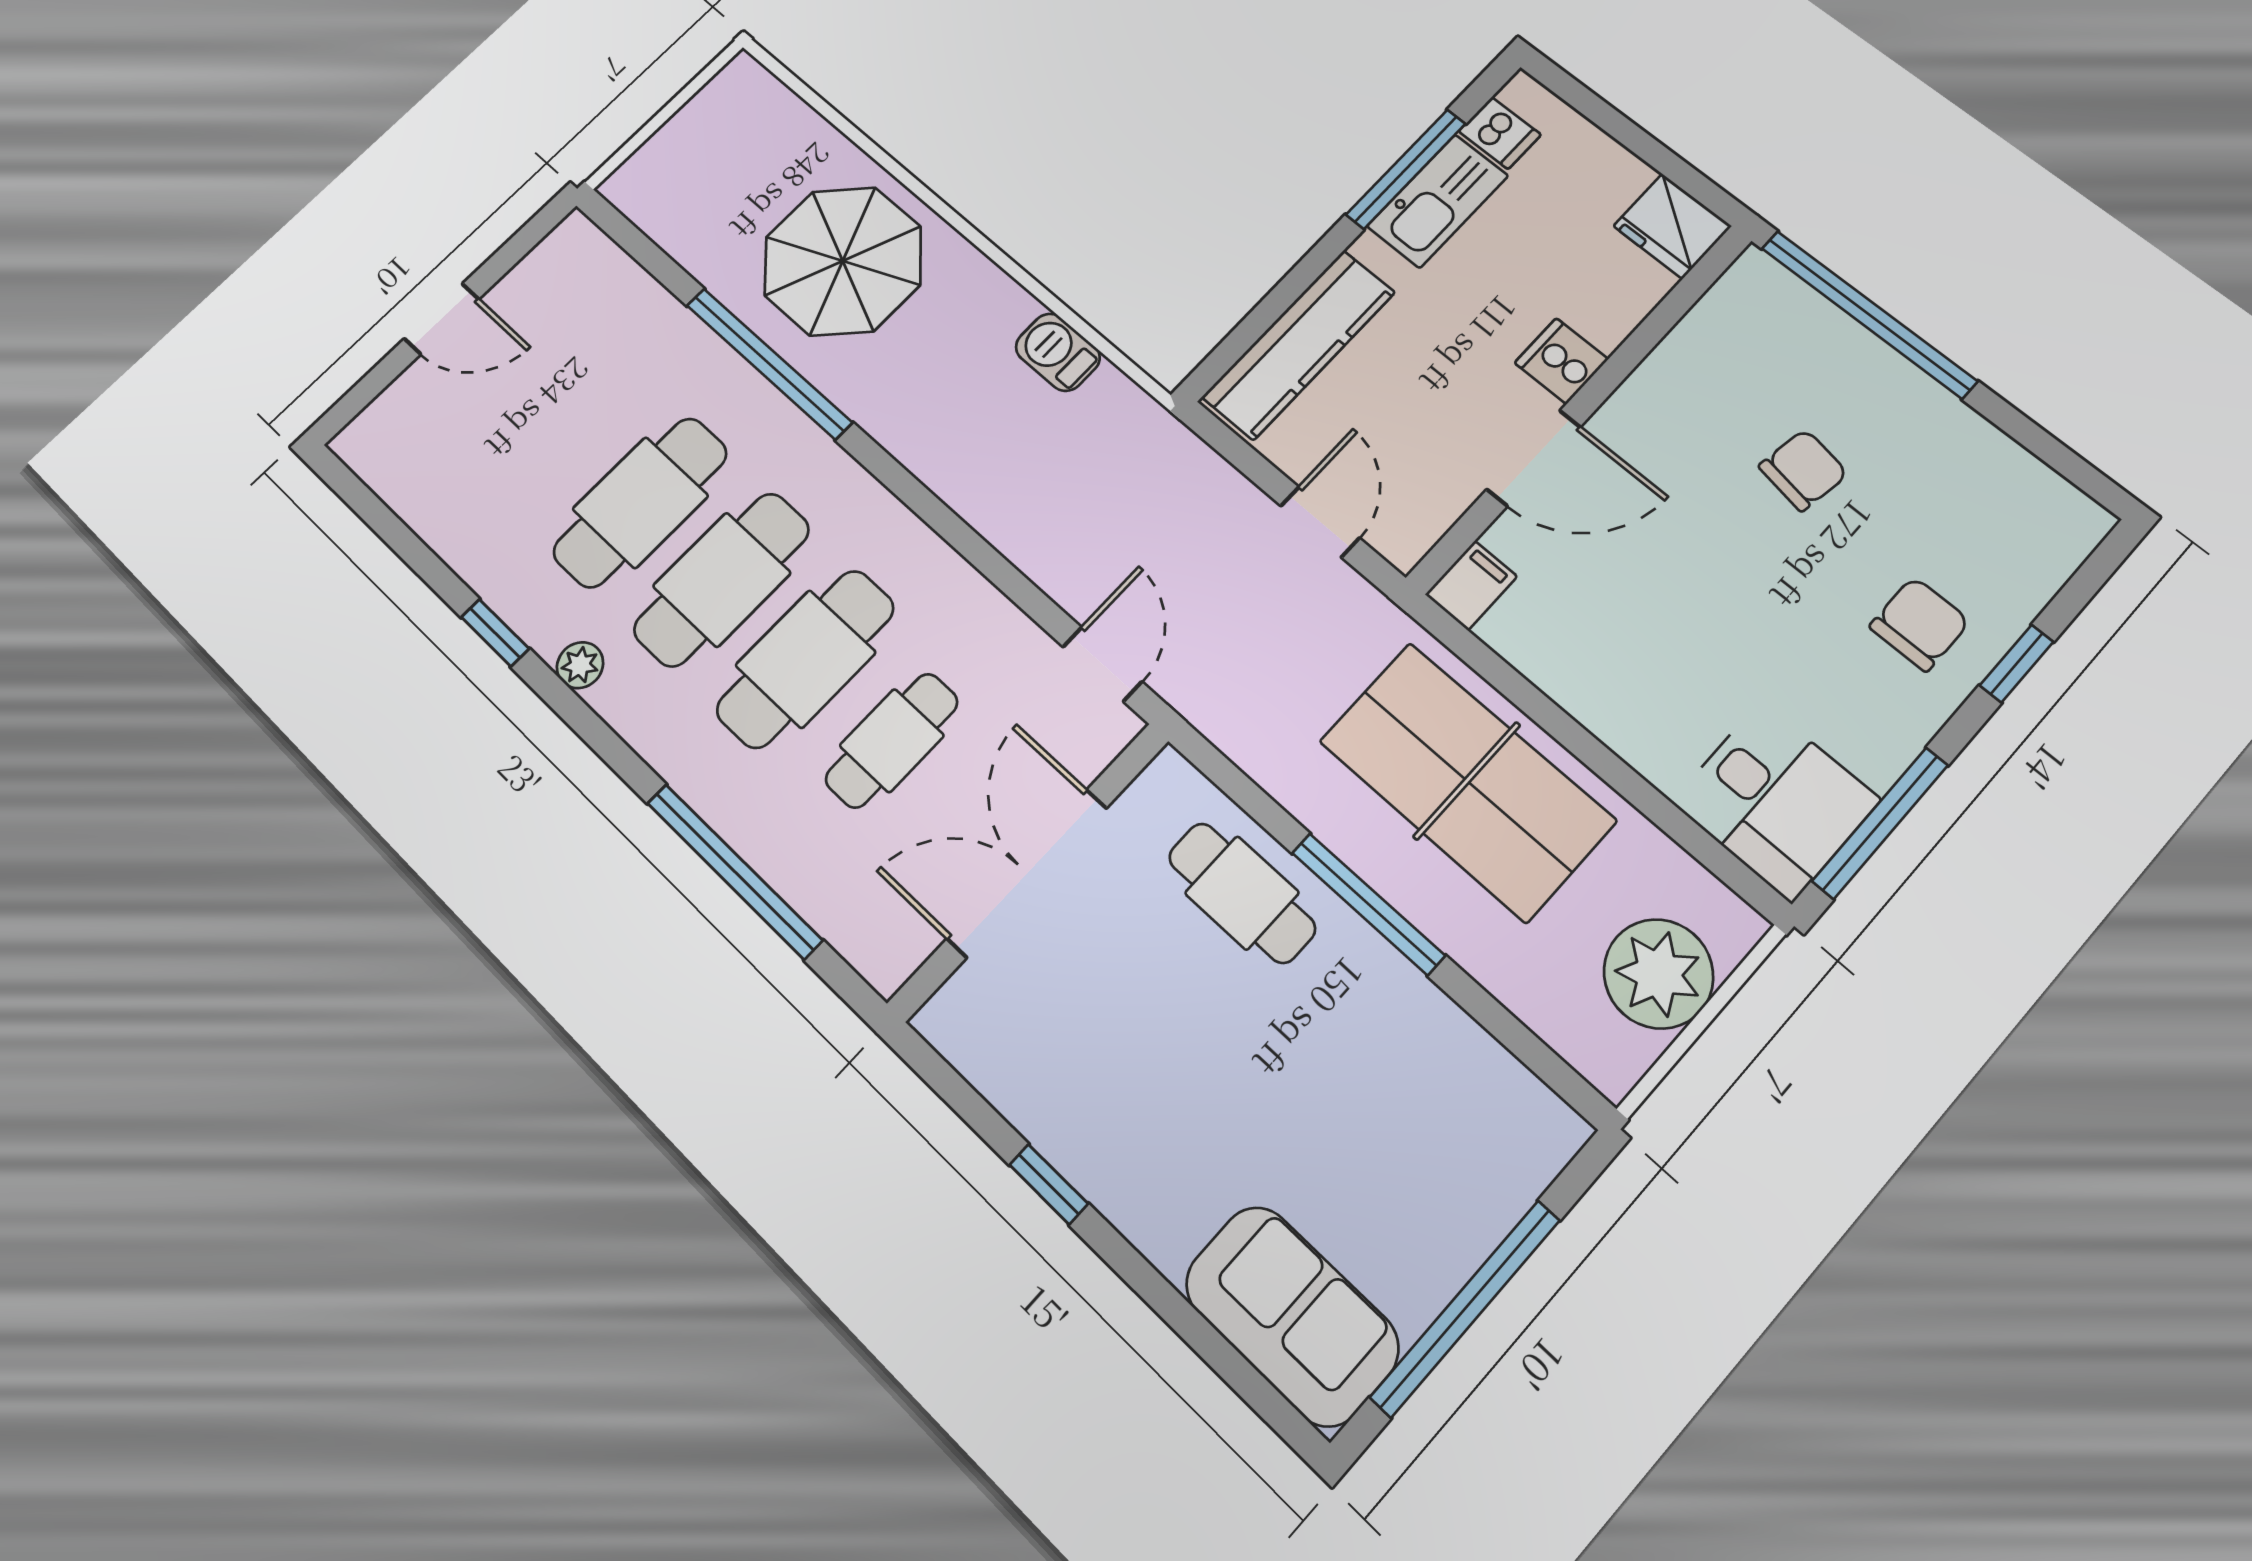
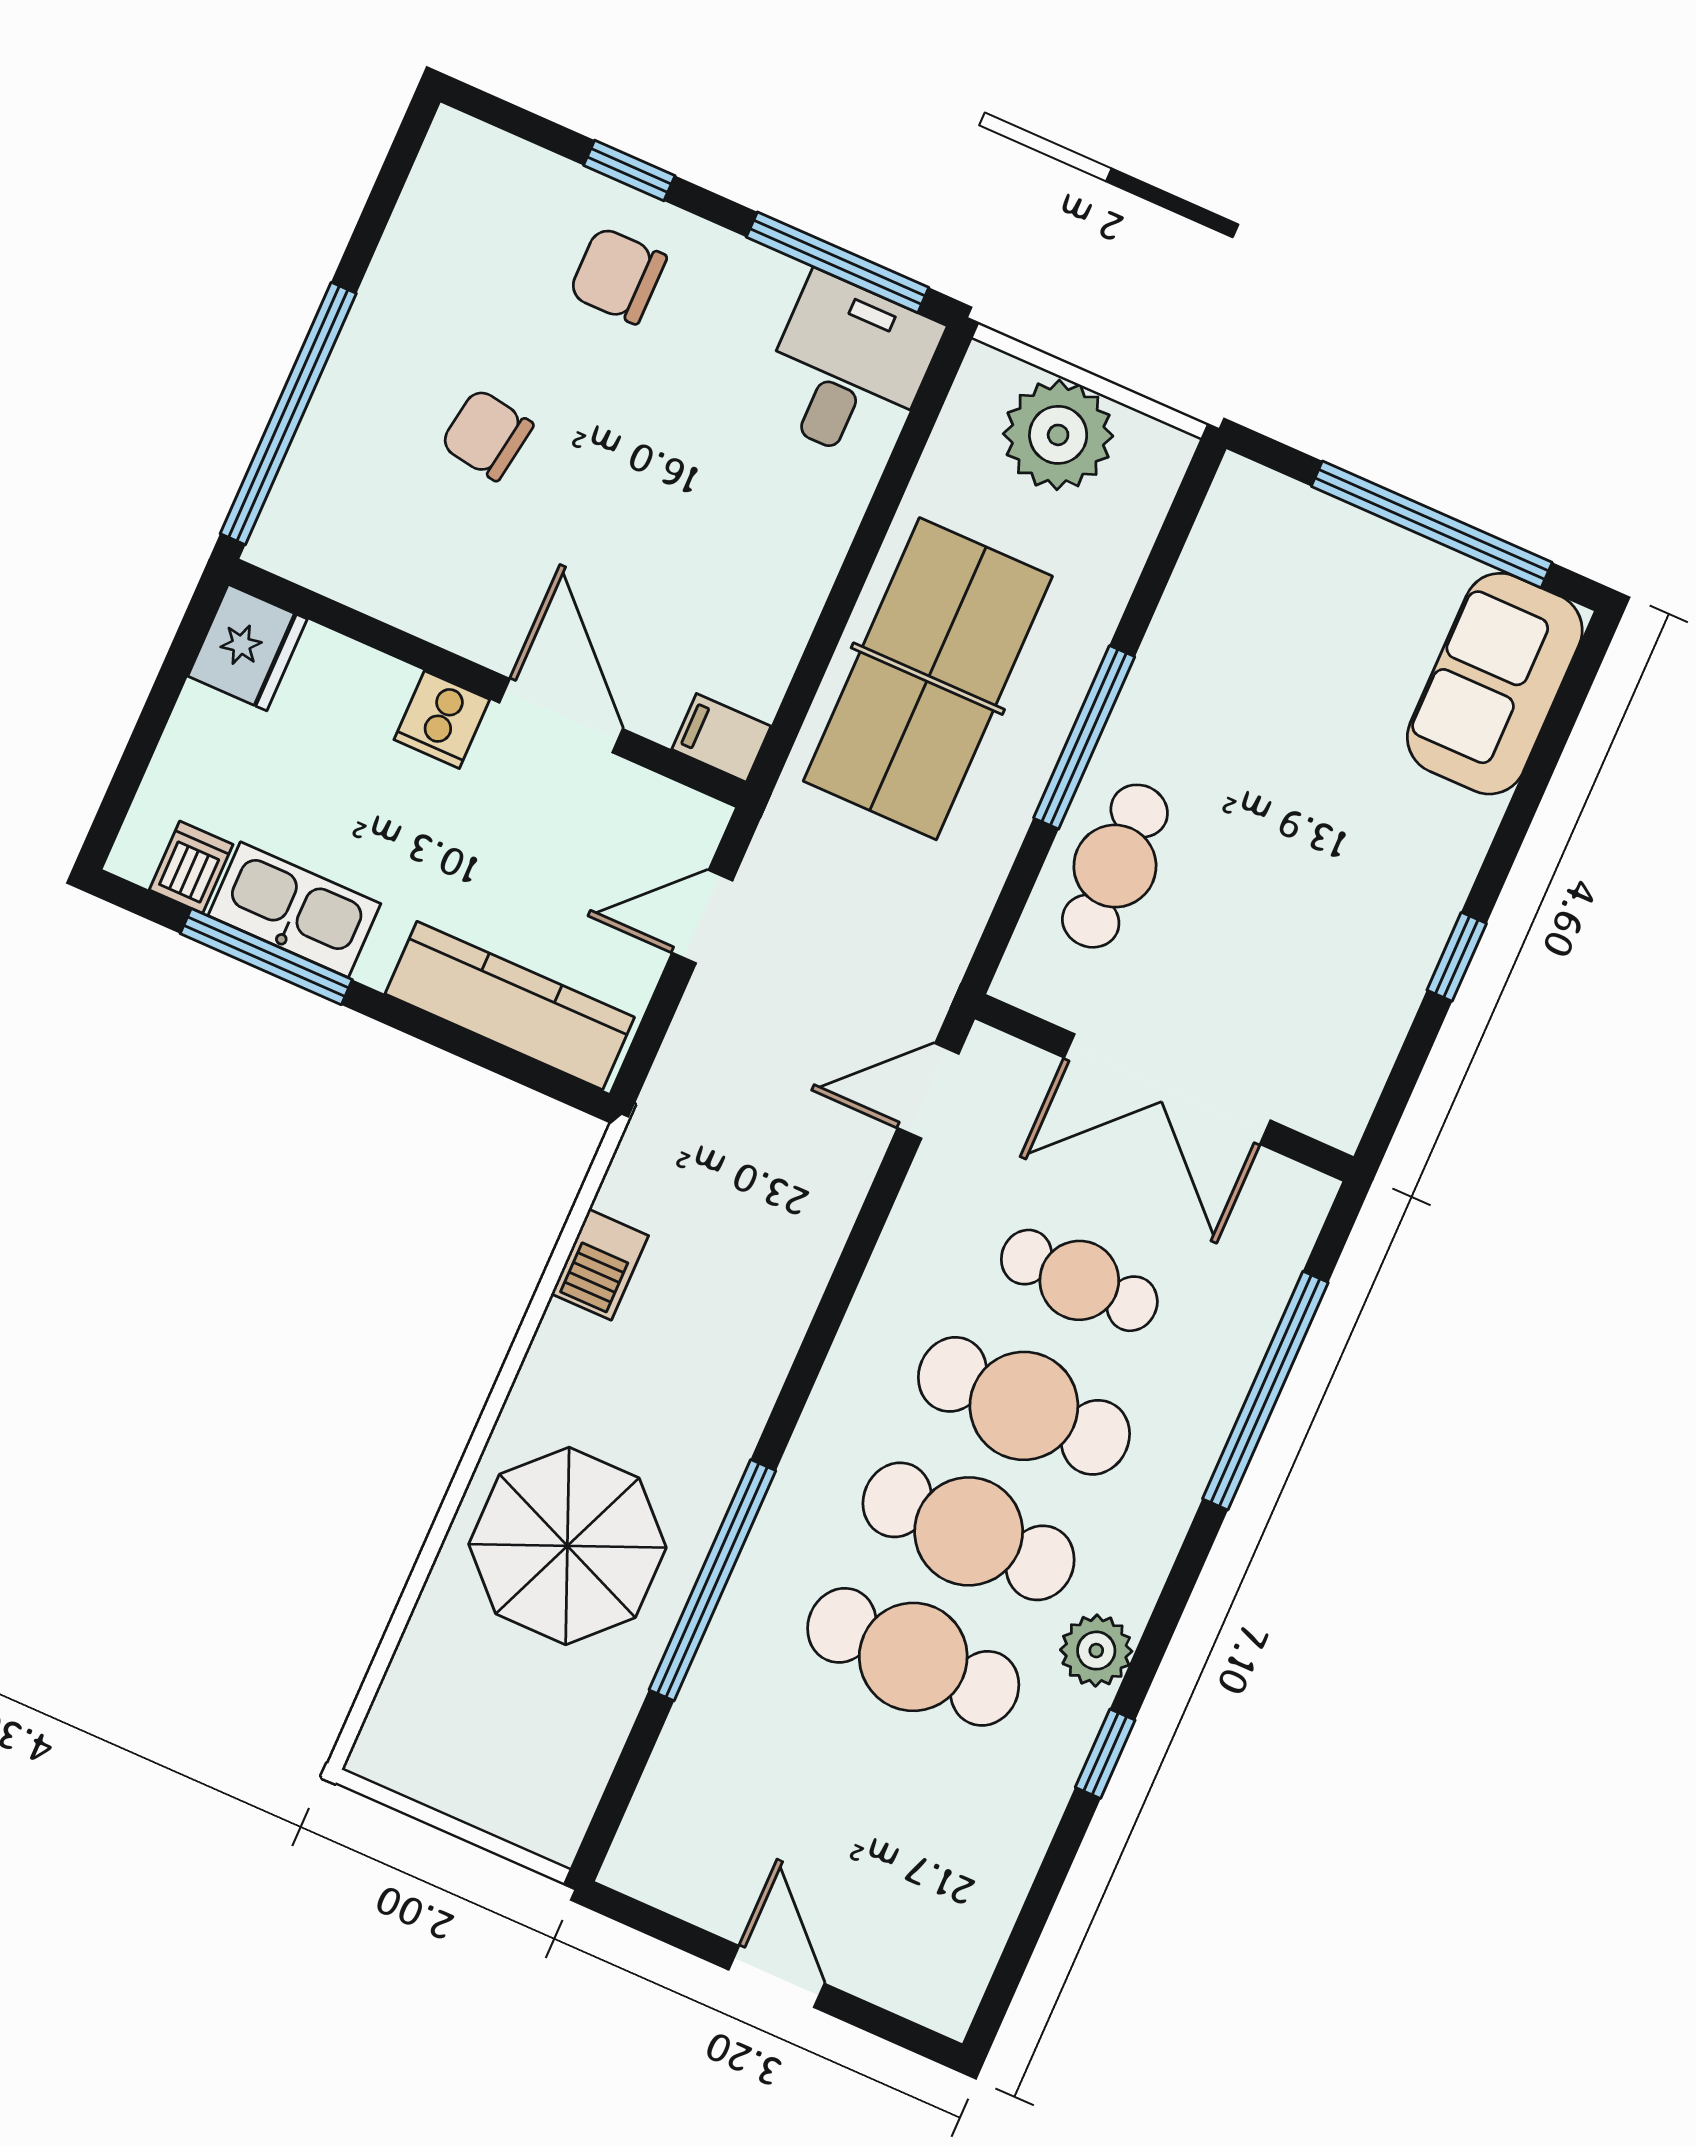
plant: (580, 665) -> (1096, 1651), width x1.38, depth x1.38

